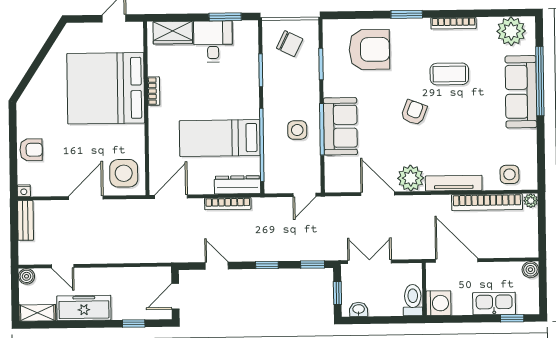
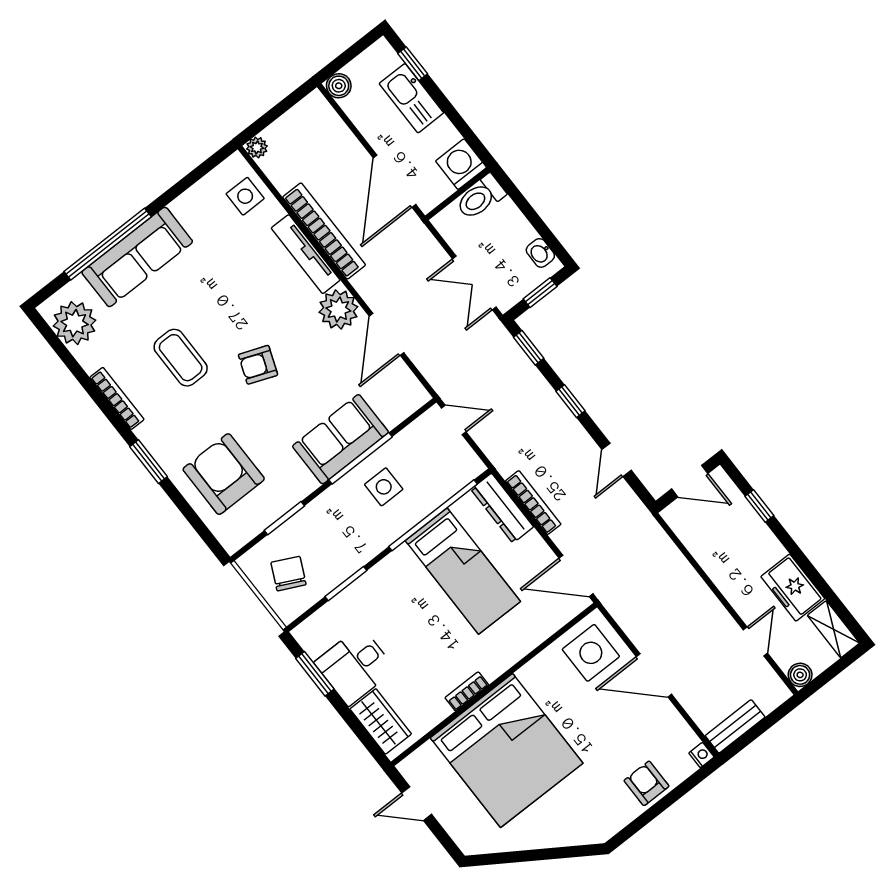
bookcase: (487, 202) -> (324, 231), moved
freezer: (84, 308) -> (793, 588), width x0.71

